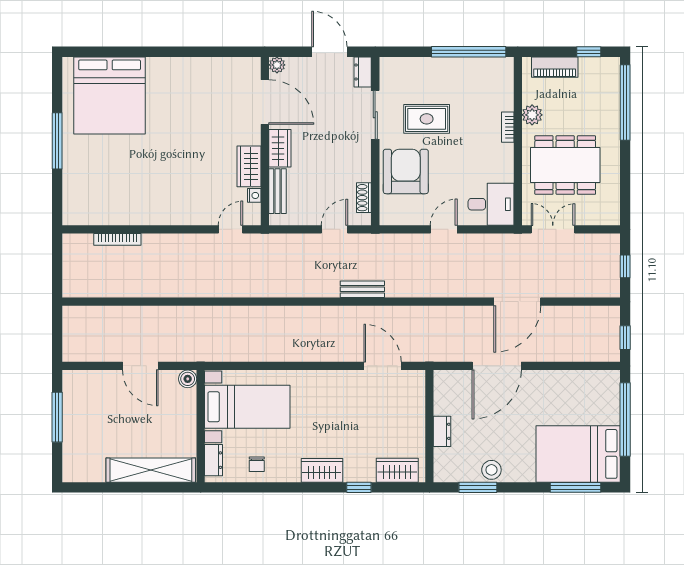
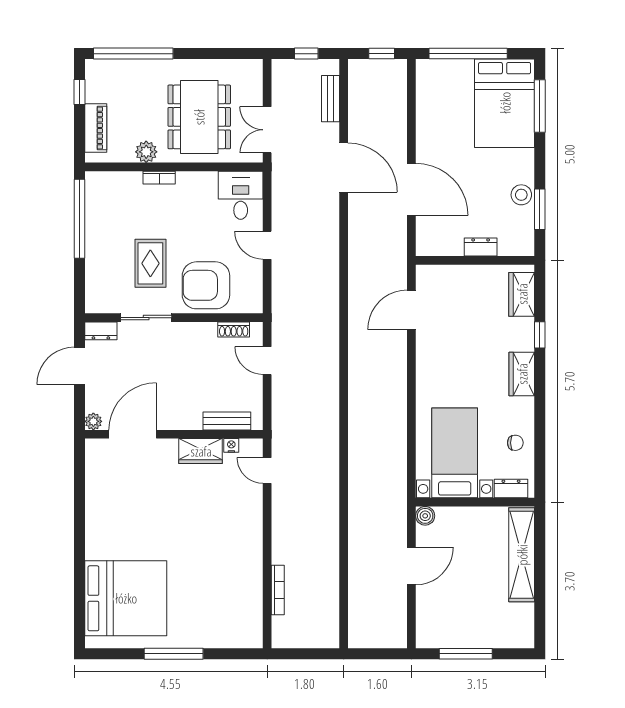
wardrobe: (280, 148) -> (181, 418), removed
bench: (362, 289) -> (330, 99), moved

